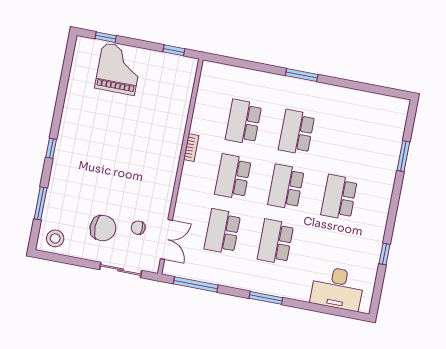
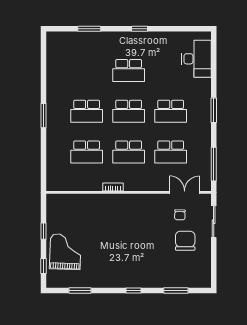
window: (174, 50) -> (44, 231), moved
grand piano: (119, 69) -> (65, 252), turned 92
window: (65, 78) -> (80, 290), added
stool: (55, 238) -> (200, 275), removed
window: (385, 254) -> (139, 29), moved

